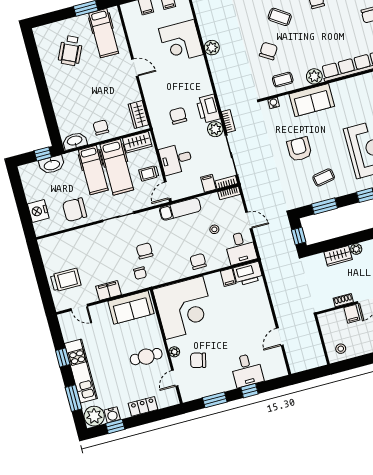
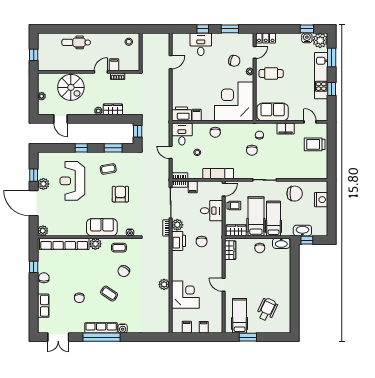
armchair: (299, 149) -> (120, 194), turned 180
locker: (143, 406) -> (266, 38), moved

